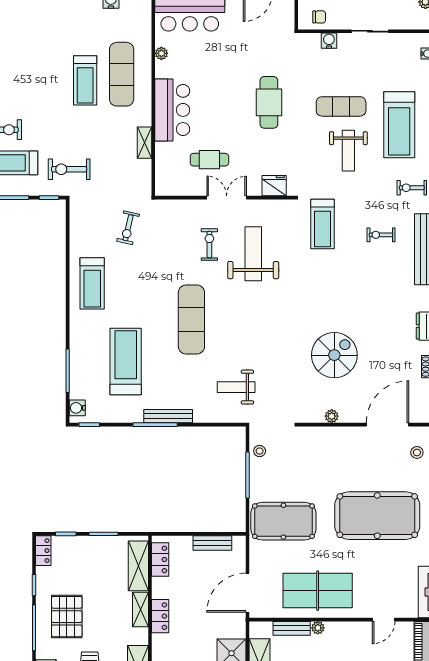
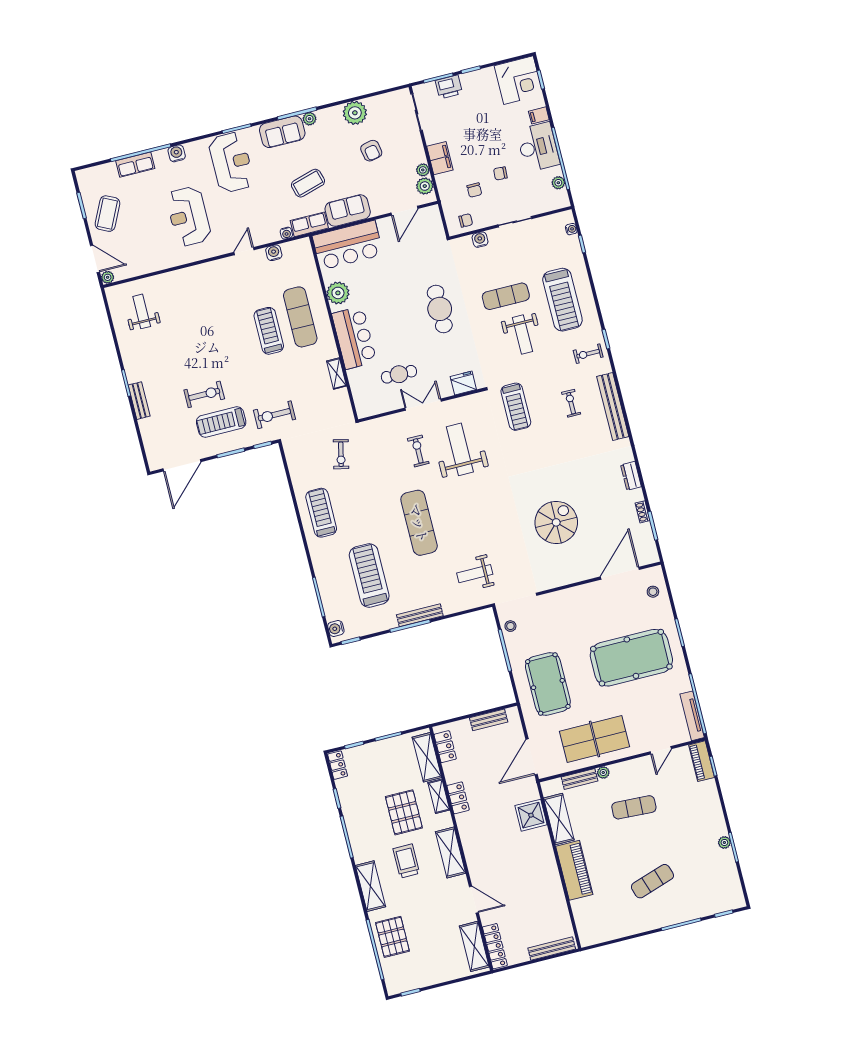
plant: (161, 53) -> (338, 293), width x1.88, depth x1.88
treadmill: (85, 80) -> (269, 331), turned 180
exercise bike: (381, 235) -> (571, 403), turned 90
treadmill: (92, 283) -> (321, 513), turned 180
plant: (332, 416) -> (568, 578), removed
pool table: (283, 521) -> (548, 684), turned 90
pallet: (67, 617) -> (404, 812), moved

